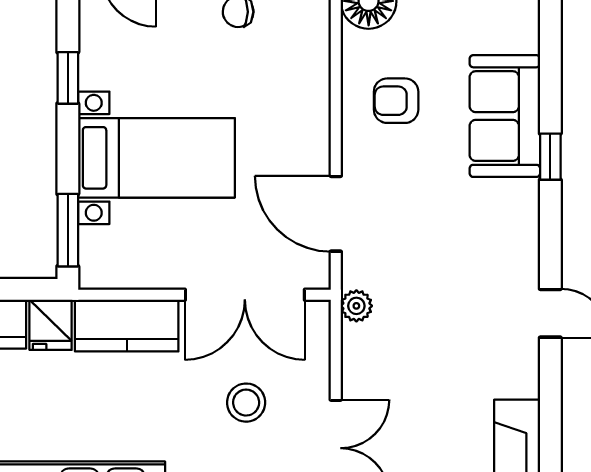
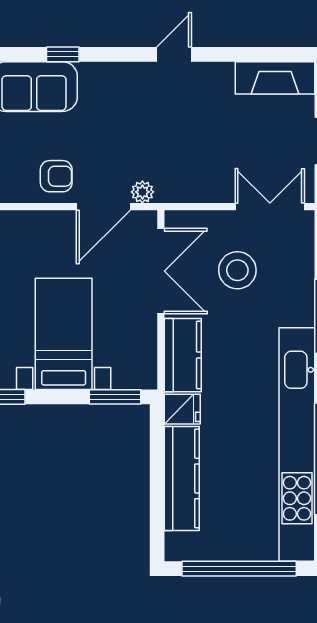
armchair: (396, 101) -> (56, 176), moved, turned -90
plant: (356, 306) -> (142, 192), moved
stool: (246, 403) -> (237, 270), width x1.38, depth x1.38

